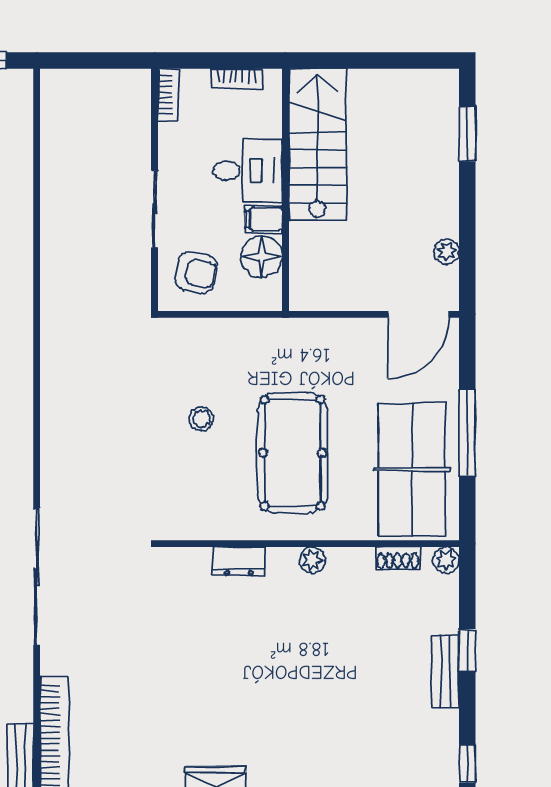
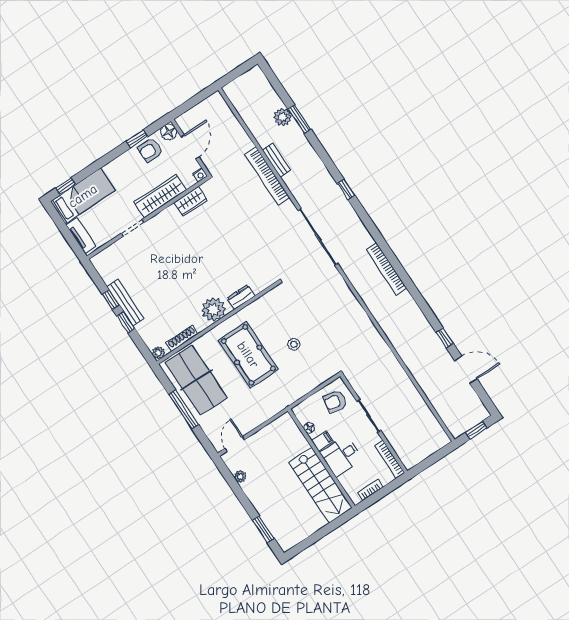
bookcase: (168, 95) -> (390, 459), width x1.56
floor lamp: (261, 257) -> (309, 428), width x0.53, depth x0.53
door: (419, 314) -> (235, 444), width x0.73
shoe rack: (398, 558) -> (182, 338), width x1.43
plant: (312, 560) -> (213, 309), width x1.87, depth x1.87
bench: (445, 671) -> (125, 303), width x1.36
window: (467, 764) -> (111, 300), moved

